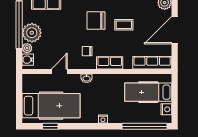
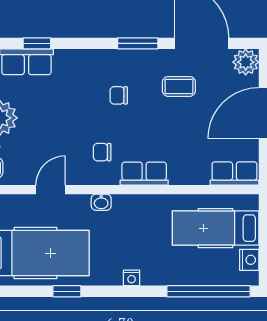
chair: (96, 21) -> (119, 95), width x0.54, depth x0.54
coffee table: (124, 25) -> (179, 86), moved
row of seats: (152, 63) -> (234, 174), width x0.68
window: (50, 126) -> (67, 291), moved

